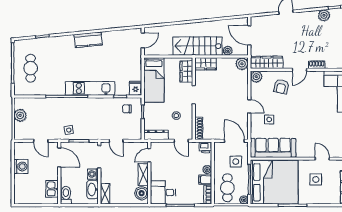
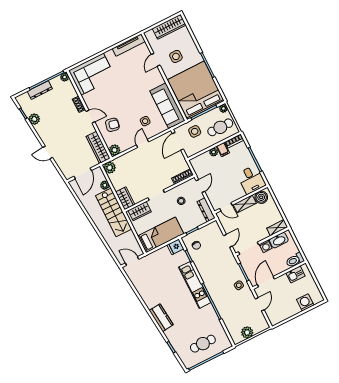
kitchen counter: (88, 40) -> (161, 318), moved
printer: (205, 148) -> (196, 163), removed
washing machine: (21, 166) -> (305, 302), moved

